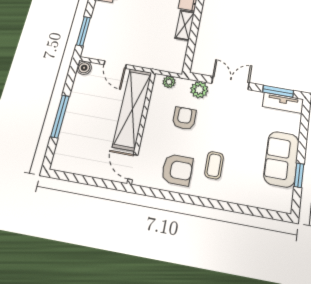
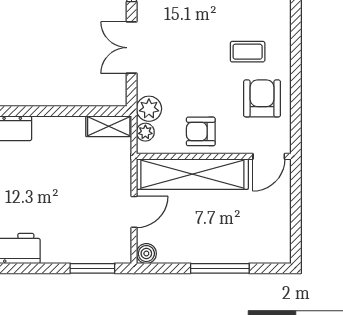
shelving: (185, 25) -> (109, 126), moved
plant: (199, 90) -> (149, 109), moved
armchair: (184, 118) -> (201, 131), moved

